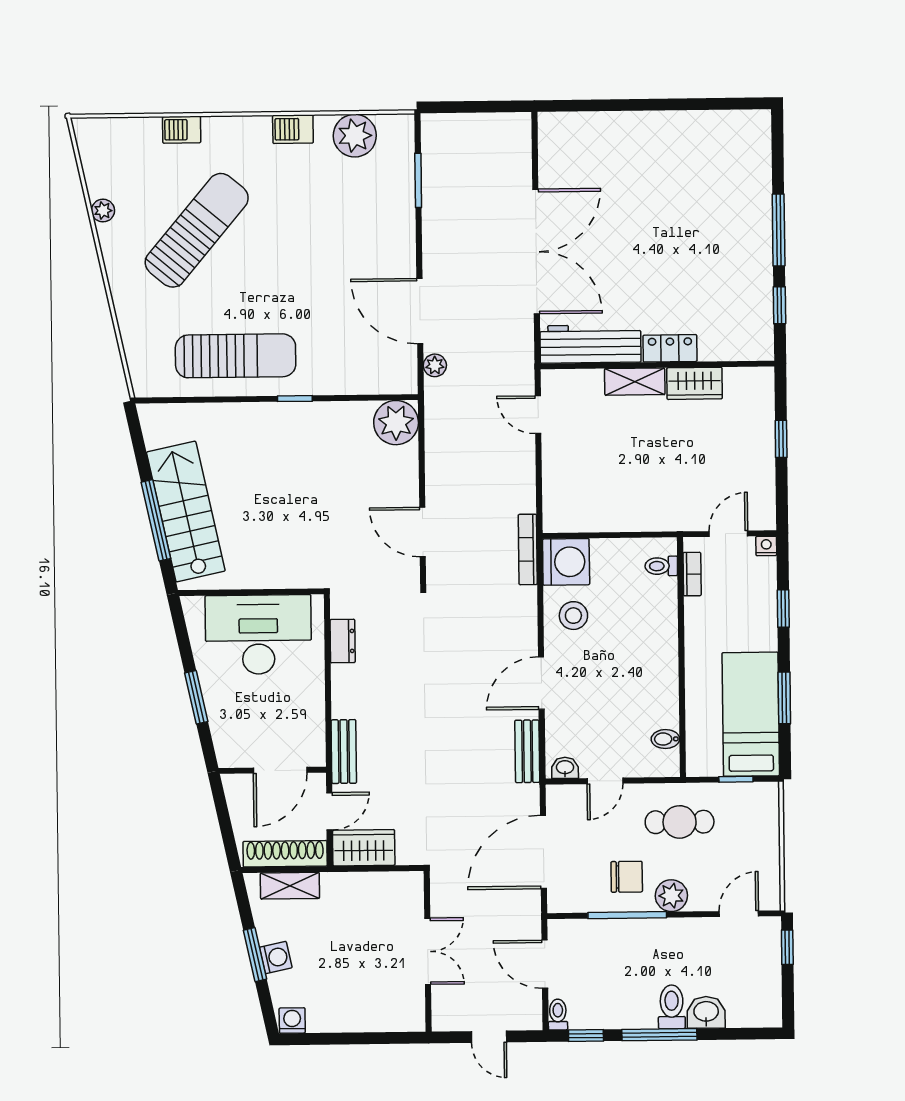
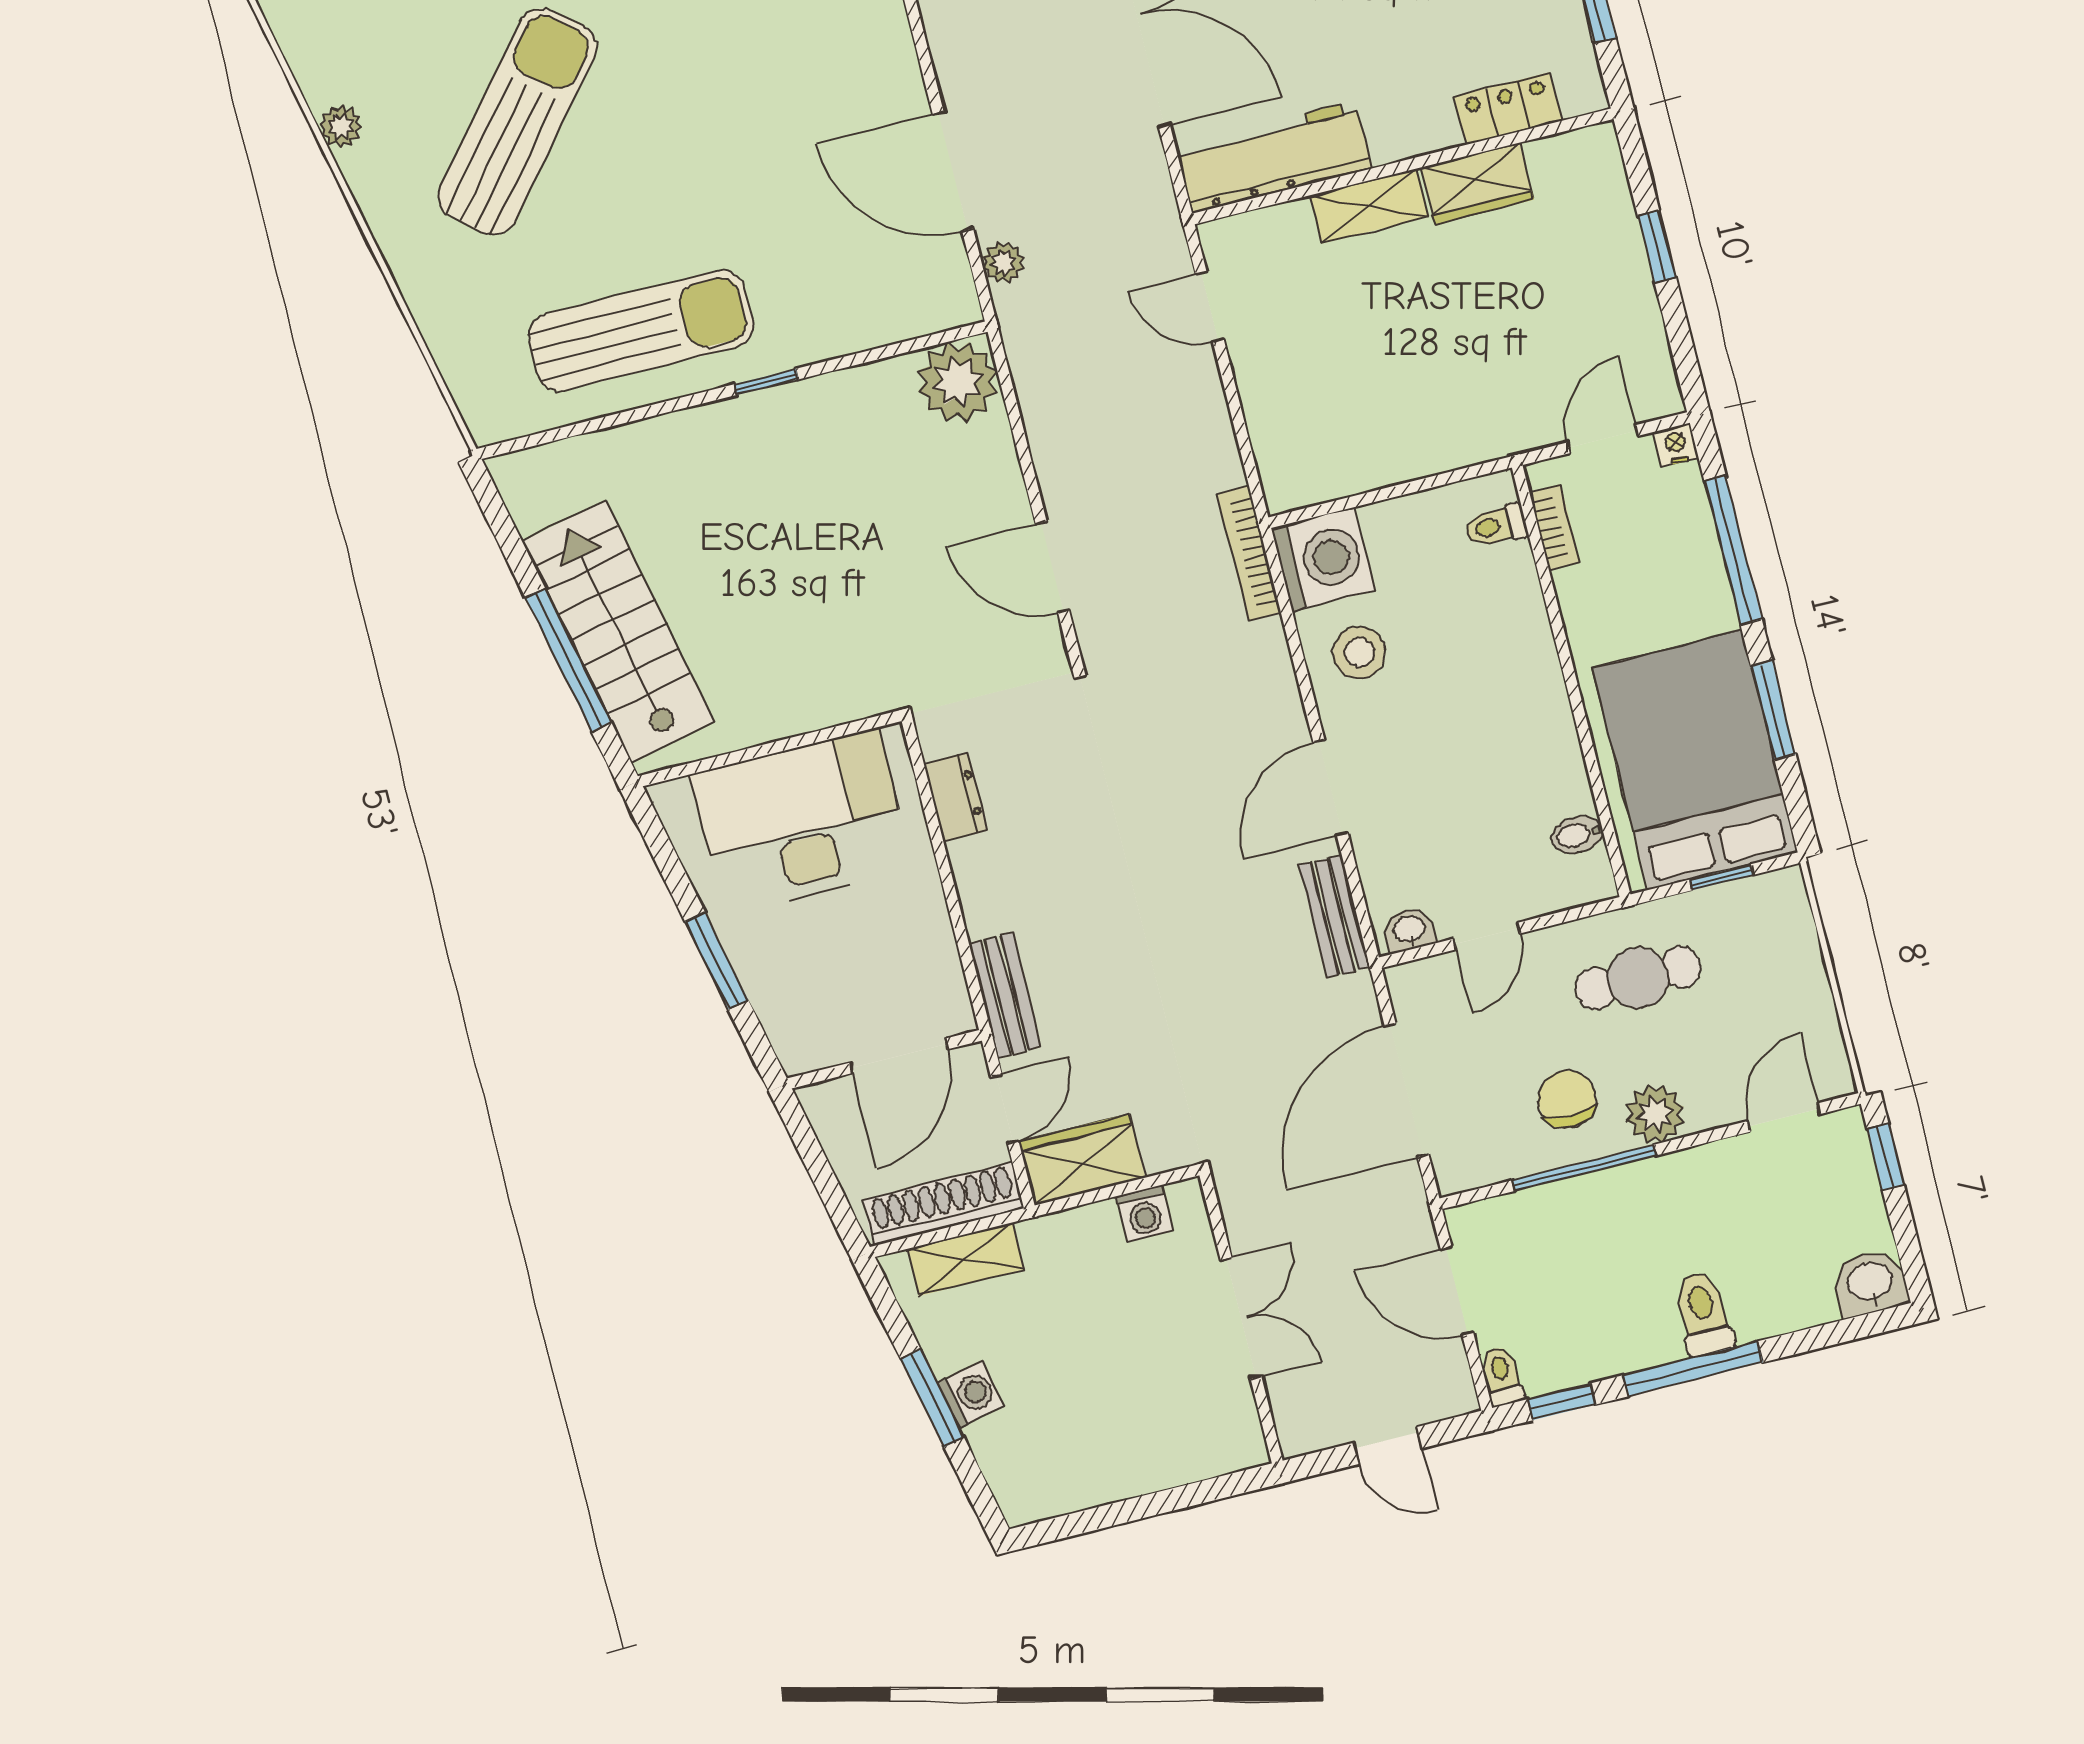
locker: (670, 348) -> (1508, 109), moved
window: (783, 609) -> (1733, 550), width x2.17
bed: (751, 714) -> (1695, 760), width x1.50
chair: (627, 877) -> (1567, 1099), turned -90
washbasin: (706, 1012) -> (1870, 1283), moved
washing machine: (292, 1021) -> (1144, 1213), moved, turned 180

